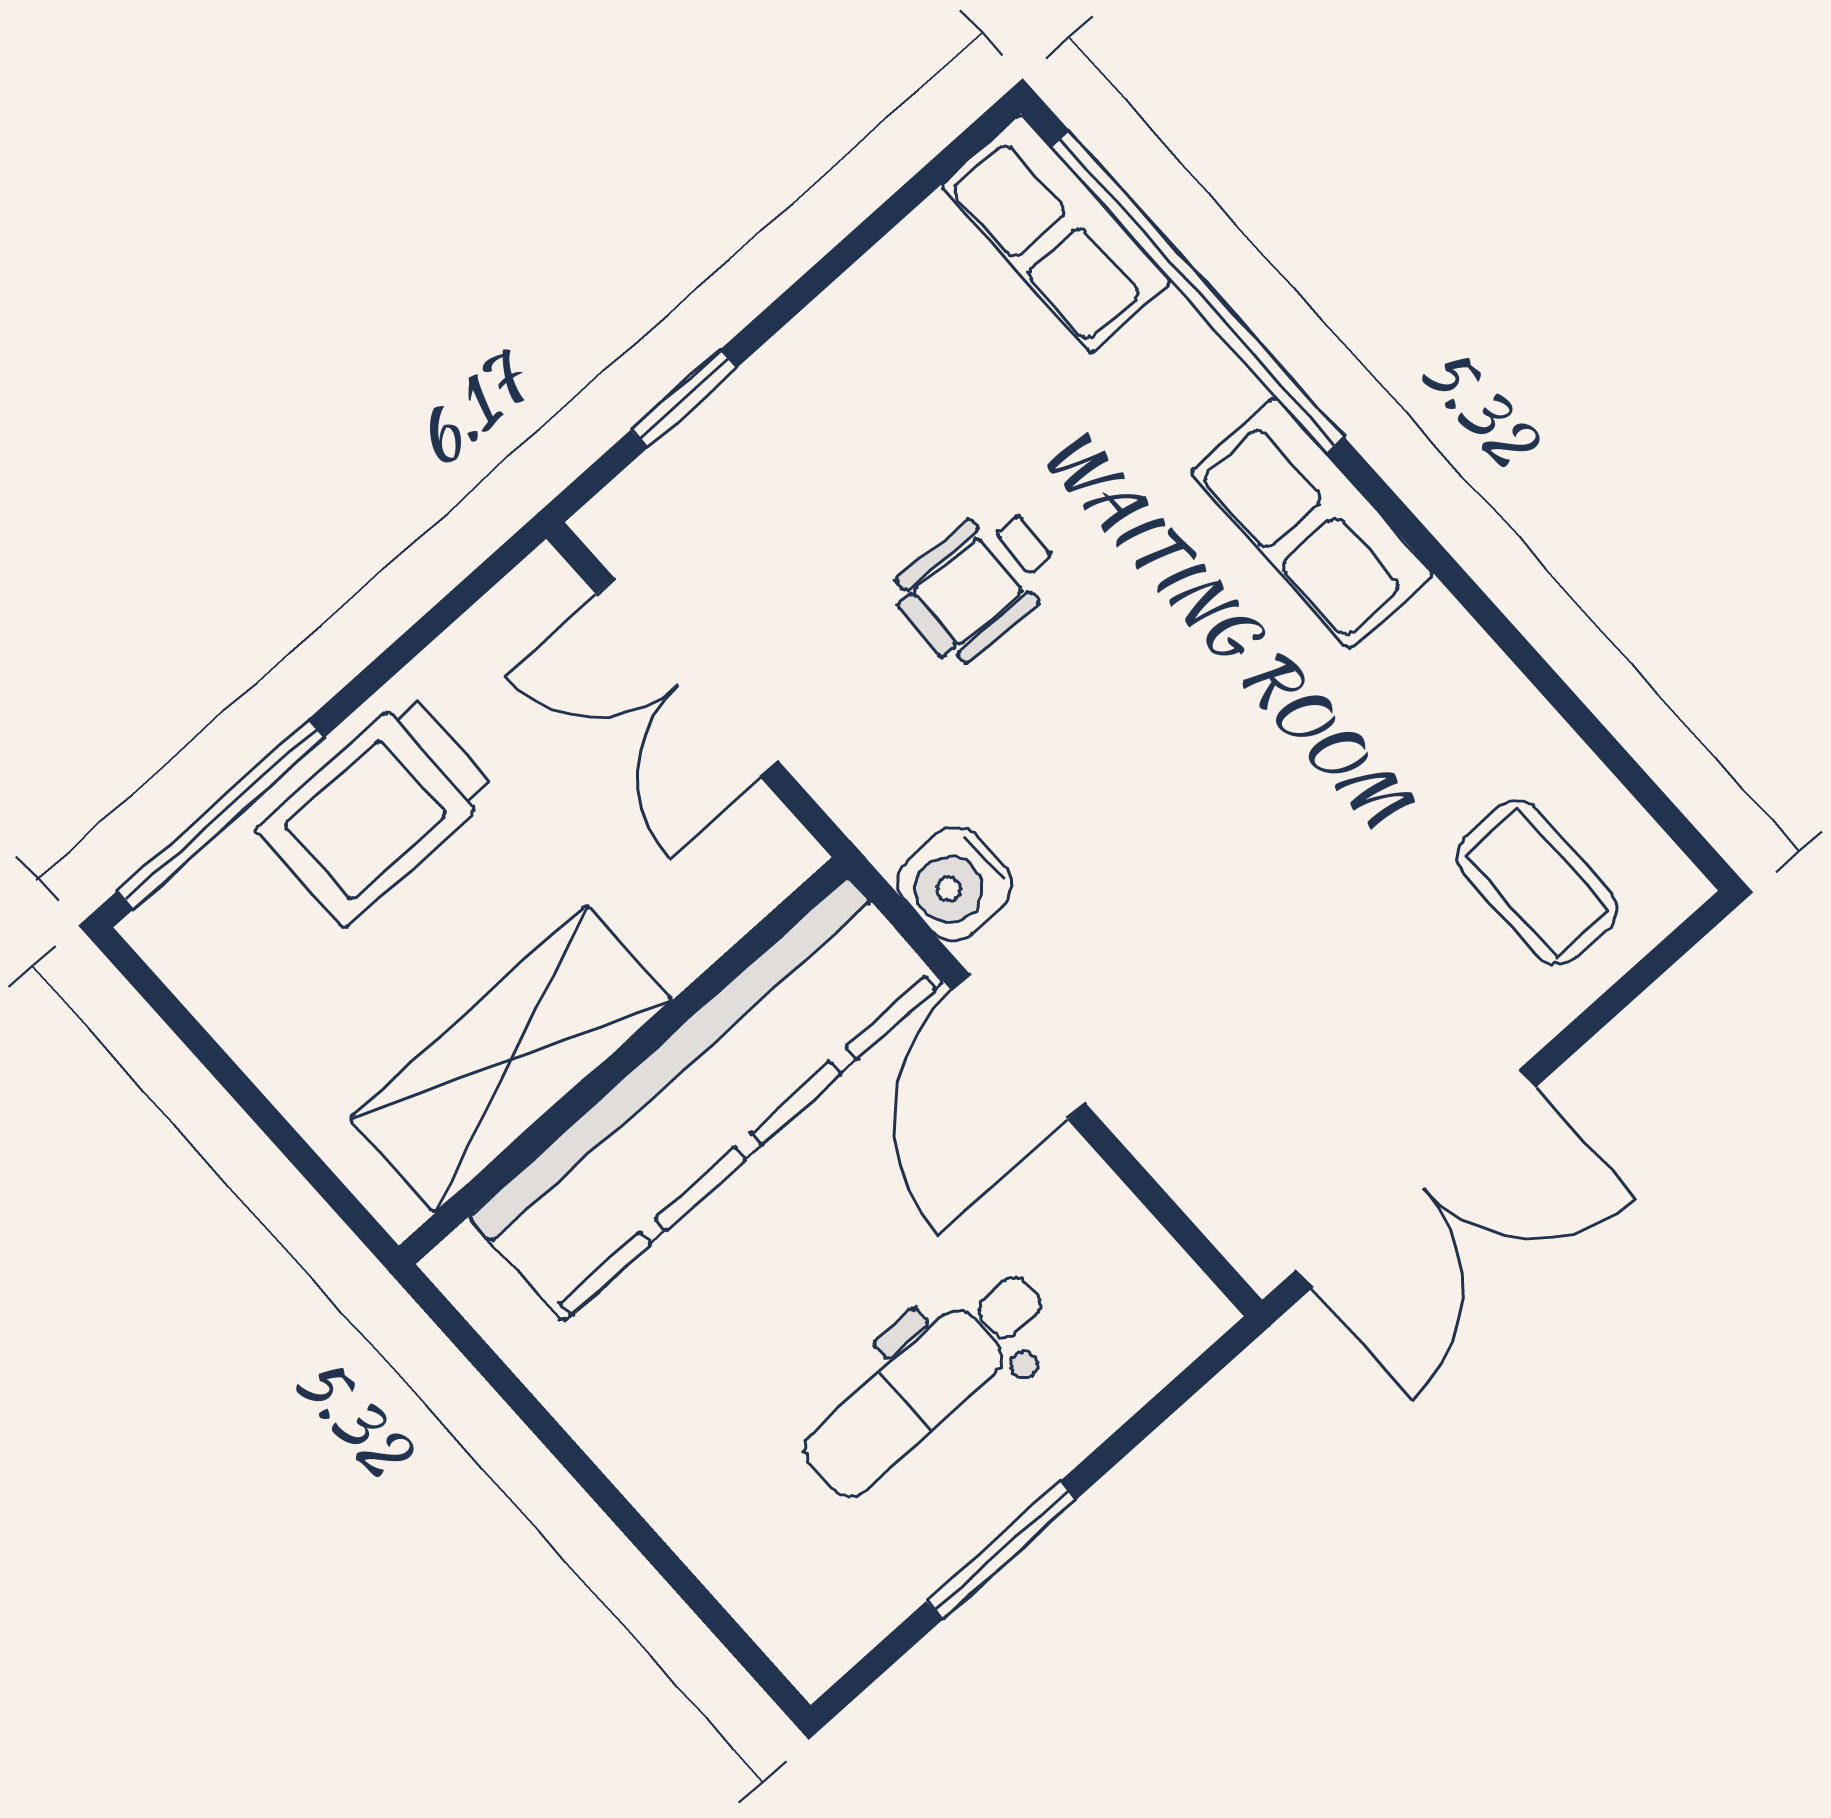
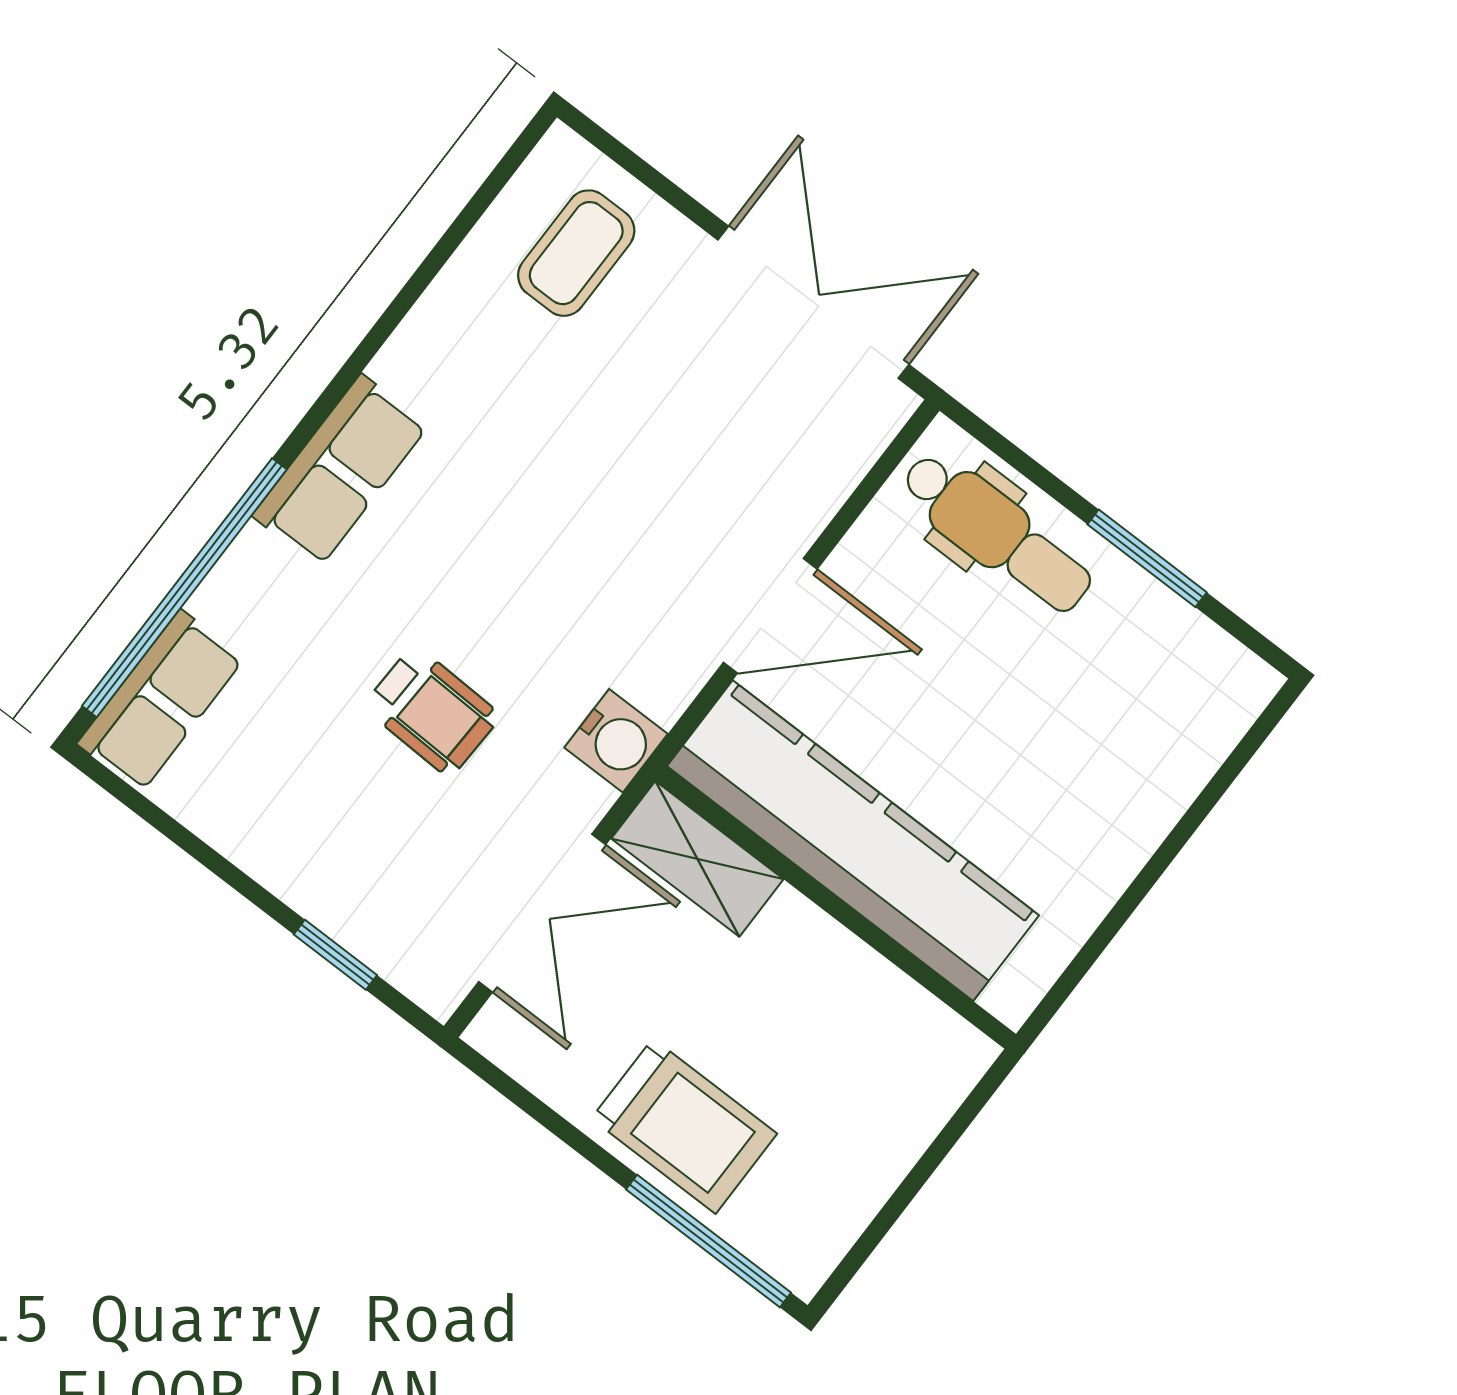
water cooler: (955, 884) -> (616, 741), moved
shelving: (511, 1059) -> (697, 859), moved, width x0.67, depth x0.75
dental chair: (926, 1383) -> (996, 533), moved

